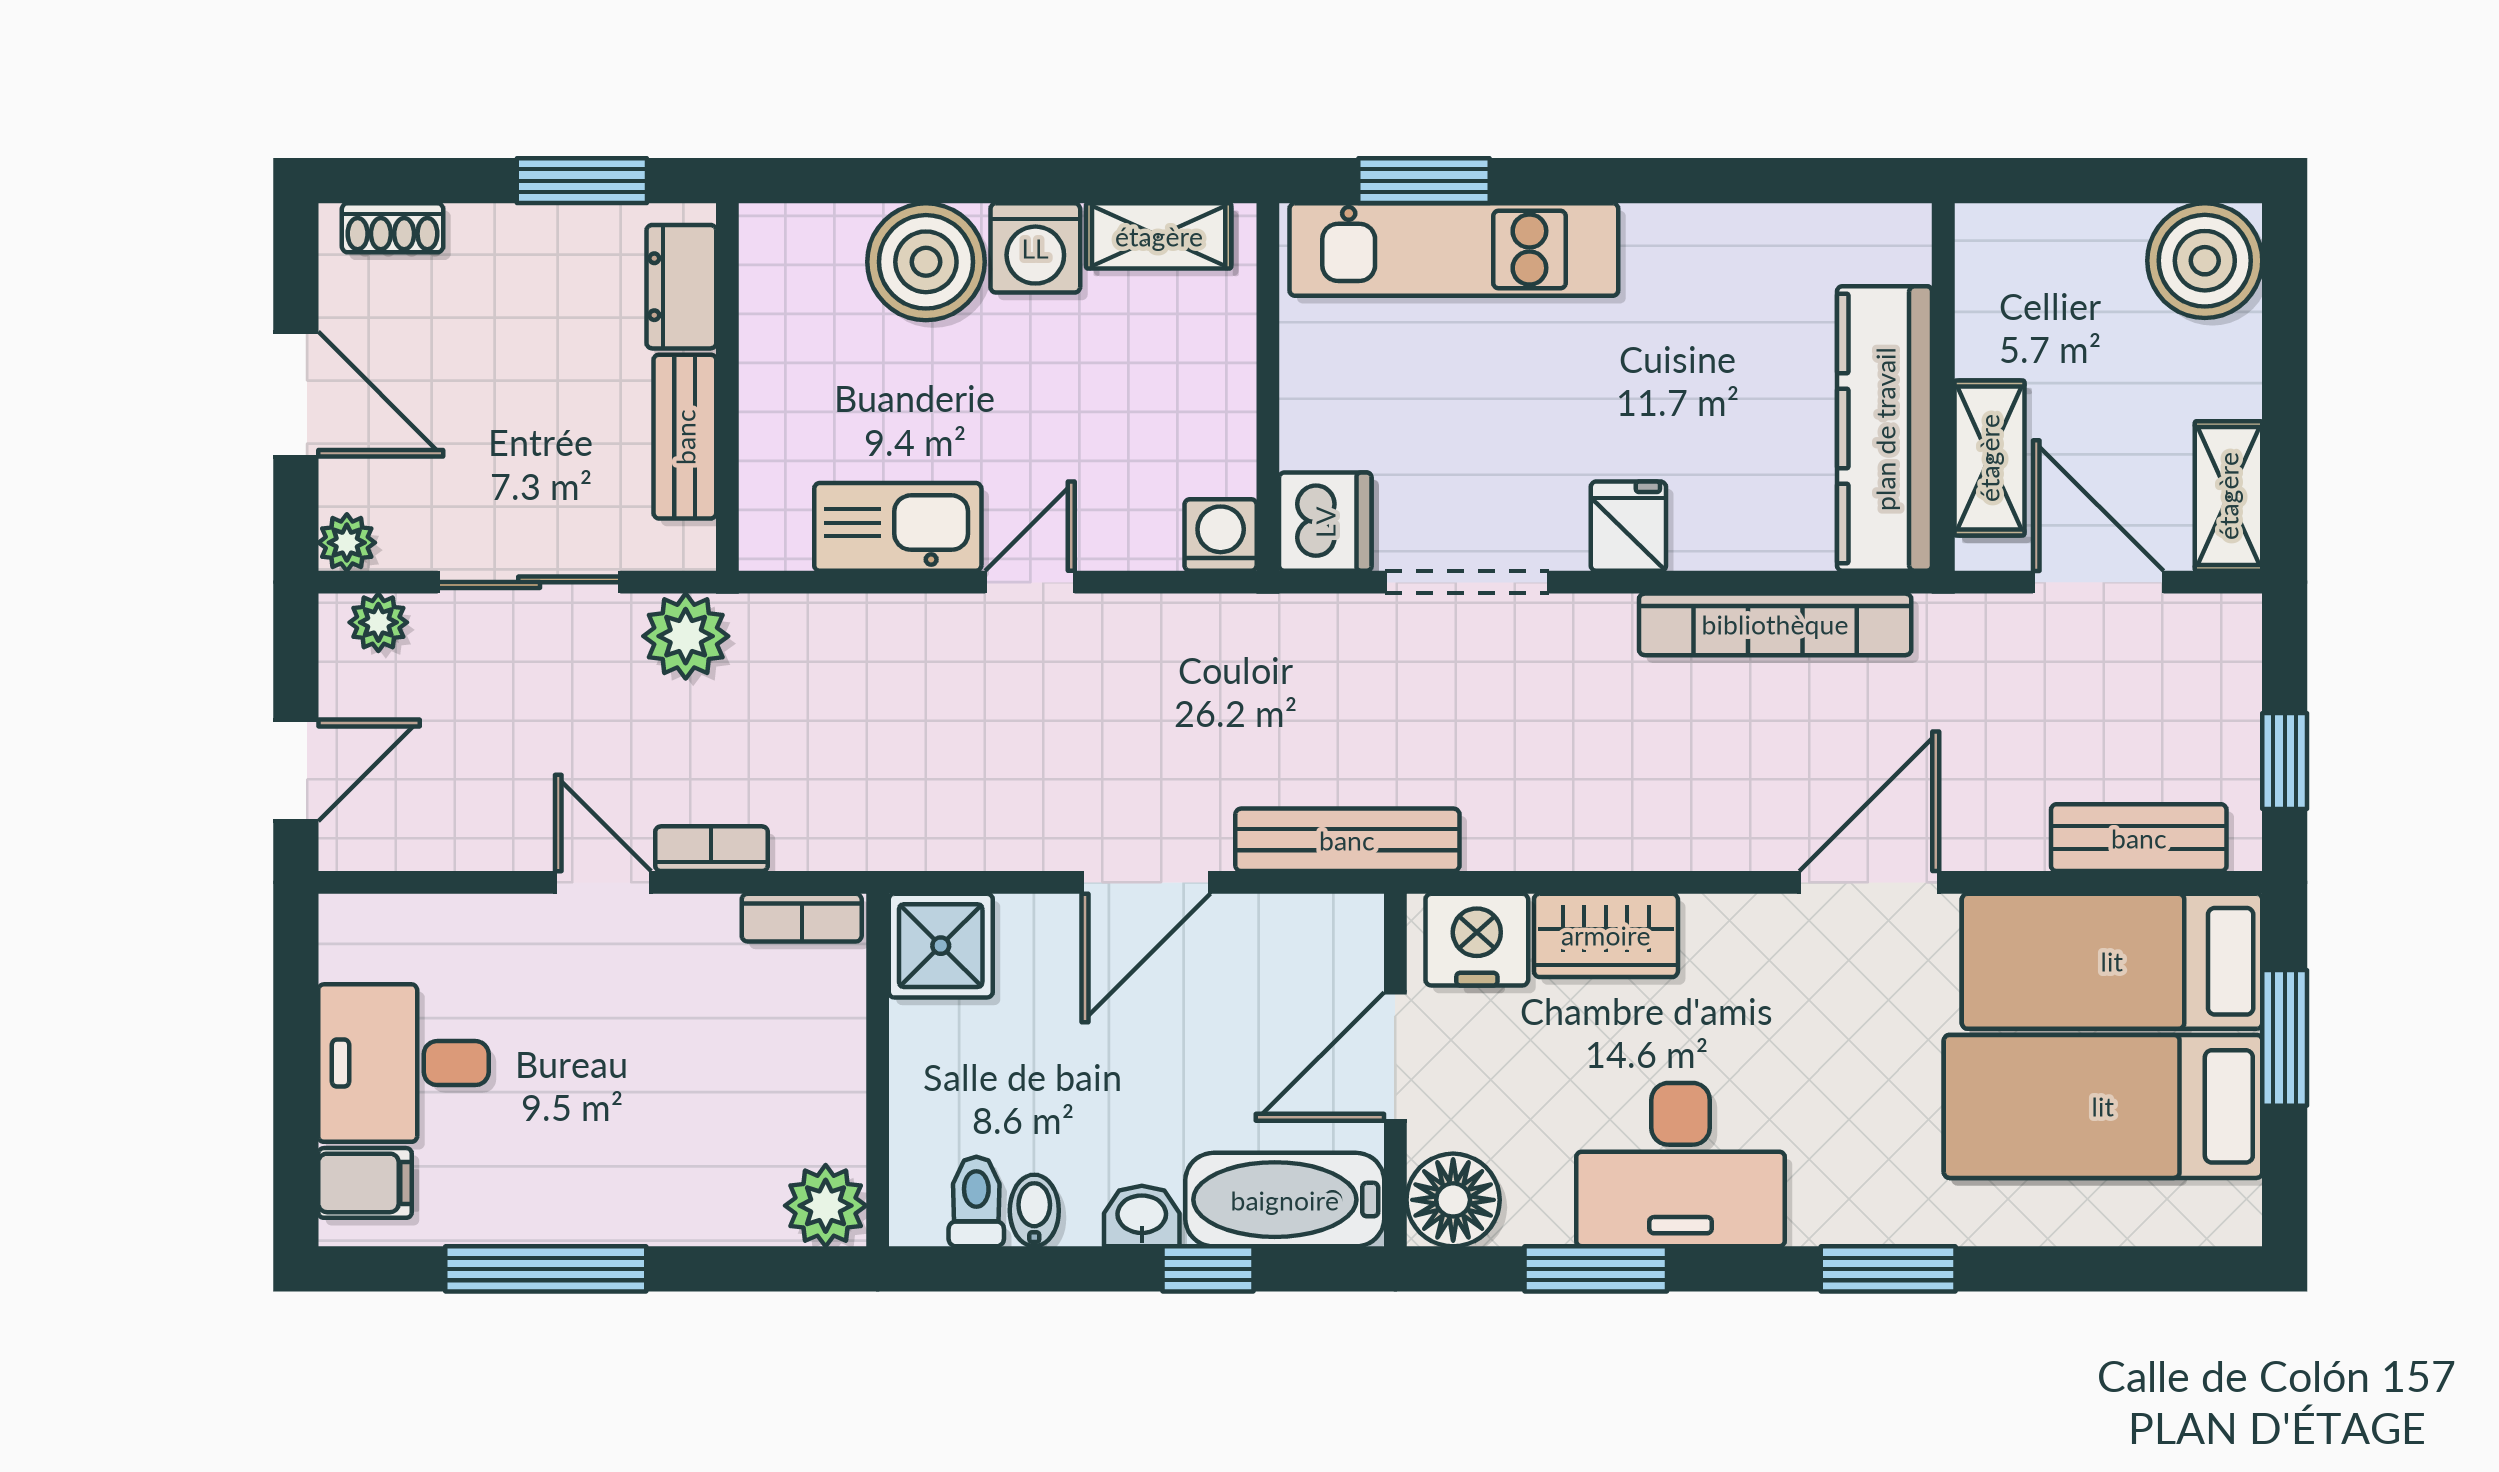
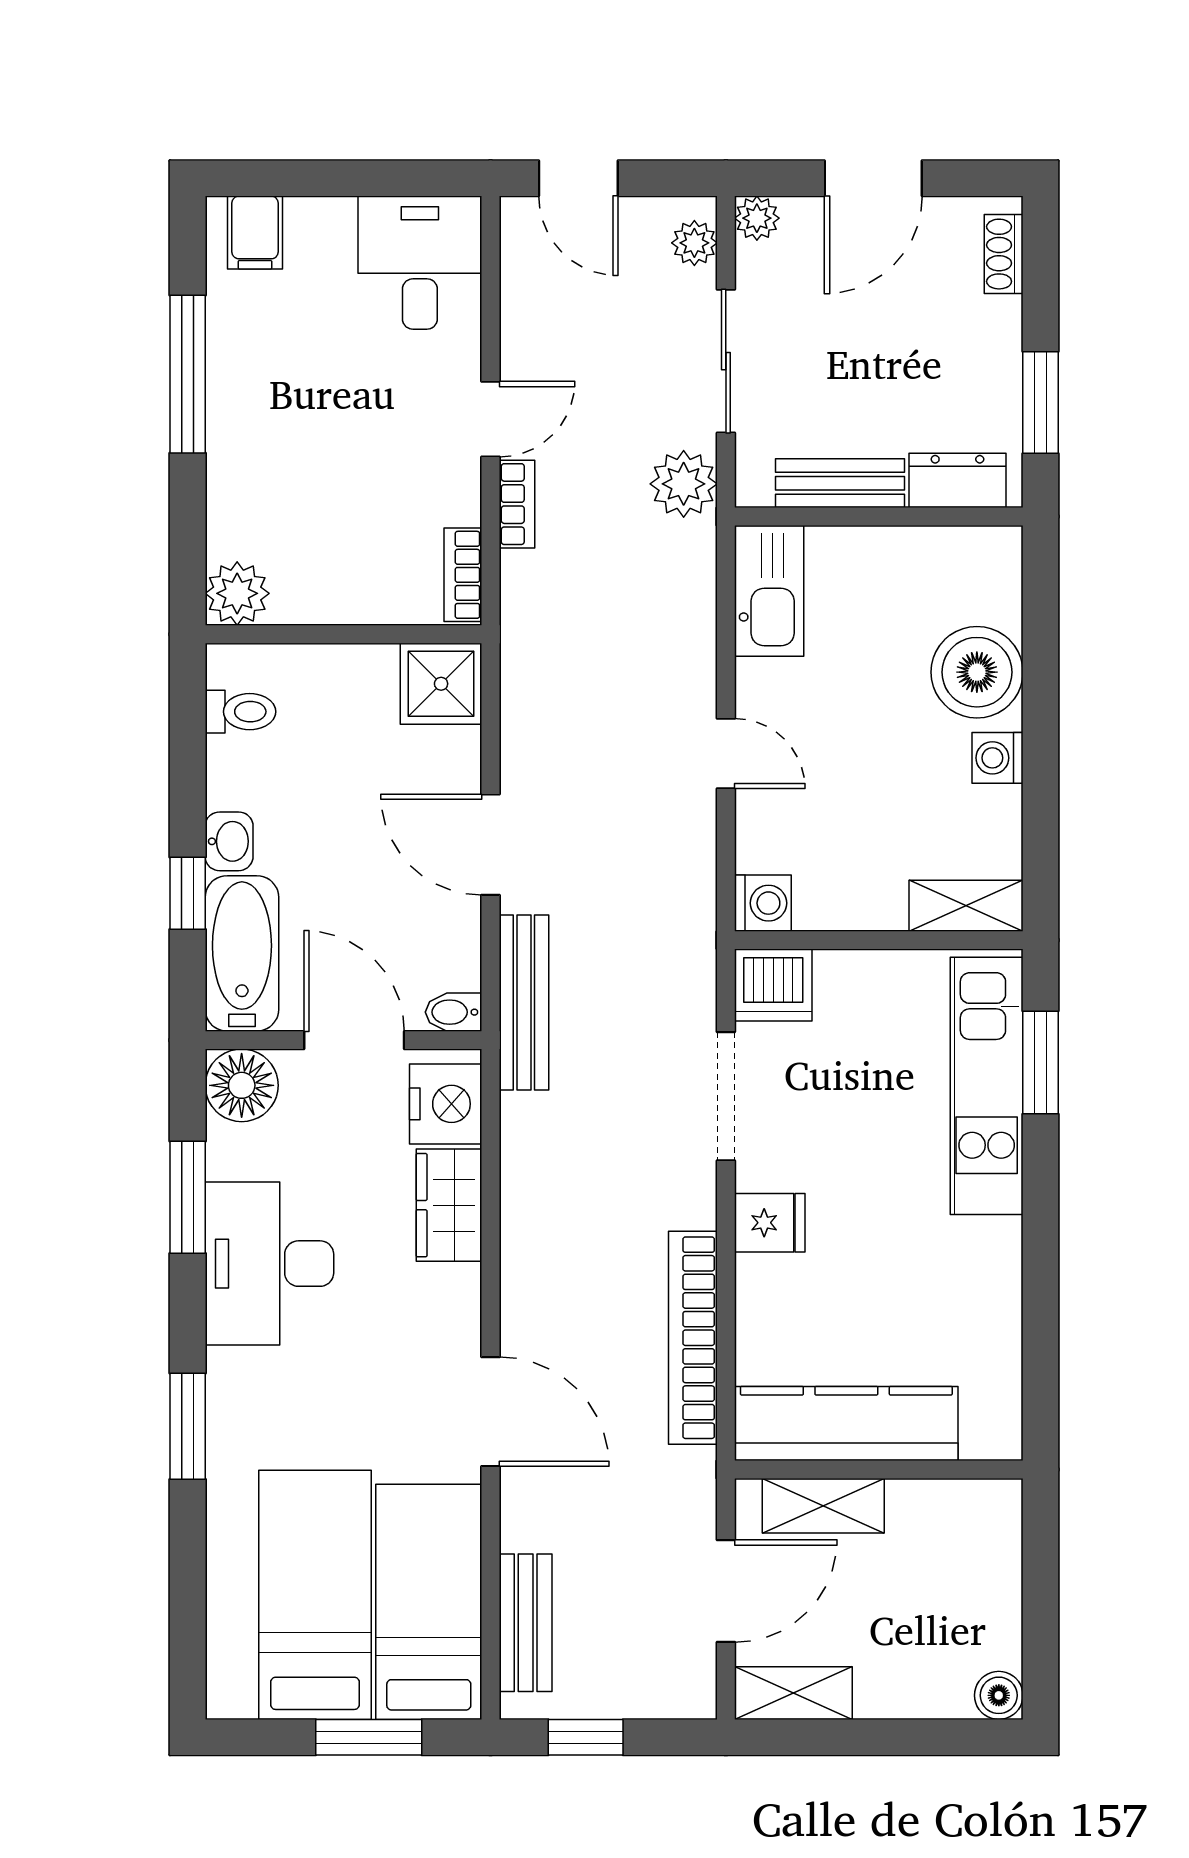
shelving: (1159, 236) -> (966, 906), moved, turned 90
washing machine: (1035, 248) -> (997, 758), width x0.73, depth x0.73
boiler: (2205, 261) -> (999, 1695), width x0.54, depth x0.54
kitchen sink: (898, 527) -> (769, 591), moved
desk: (403, 1063) -> (420, 263), moved
bidet: (1034, 1210) -> (454, 1012), moved, turned 180

